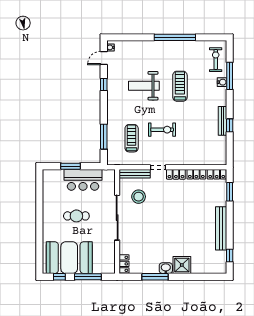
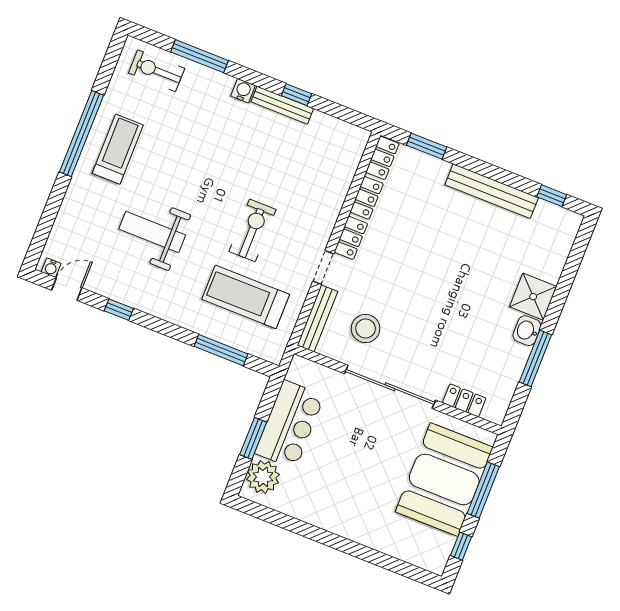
door: (104, 58) -> (67, 289), swing flipped
water cooler: (222, 82) -> (243, 91), moved
weight bench: (144, 86) -> (152, 232), turned 90
treadmill: (180, 86) -> (118, 149), moved, turned 90
treadmill: (132, 138) -> (246, 297), width x1.37, depth x1.38
plant: (55, 177) -> (263, 477), added
cafe table: (76, 216) -> (355, 465), removed
booth: (69, 258) -> (444, 479), moved
locker: (124, 264) -> (464, 400), moved

